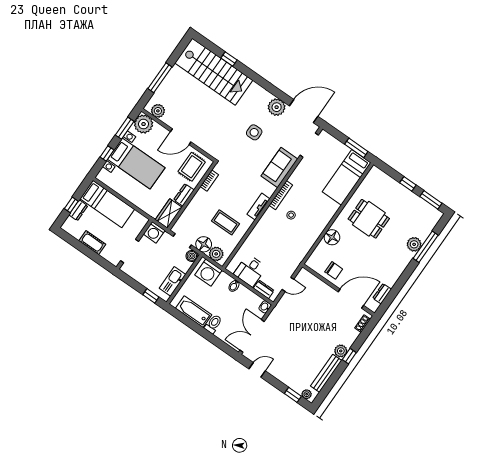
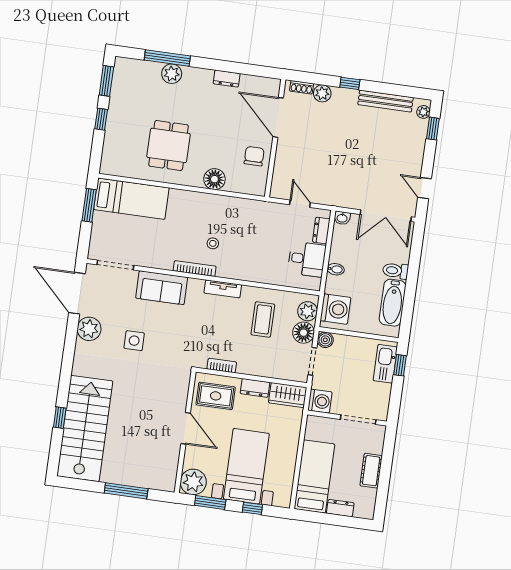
plant: (158, 111) -> (168, 473), removed
window: (71, 205) -> (338, 520), removed
kitchen sink: (172, 281) -> (385, 364), moved, turned 90
dresser: (382, 294) -> (227, 79), moved
plant: (341, 351) -> (322, 93), moved

